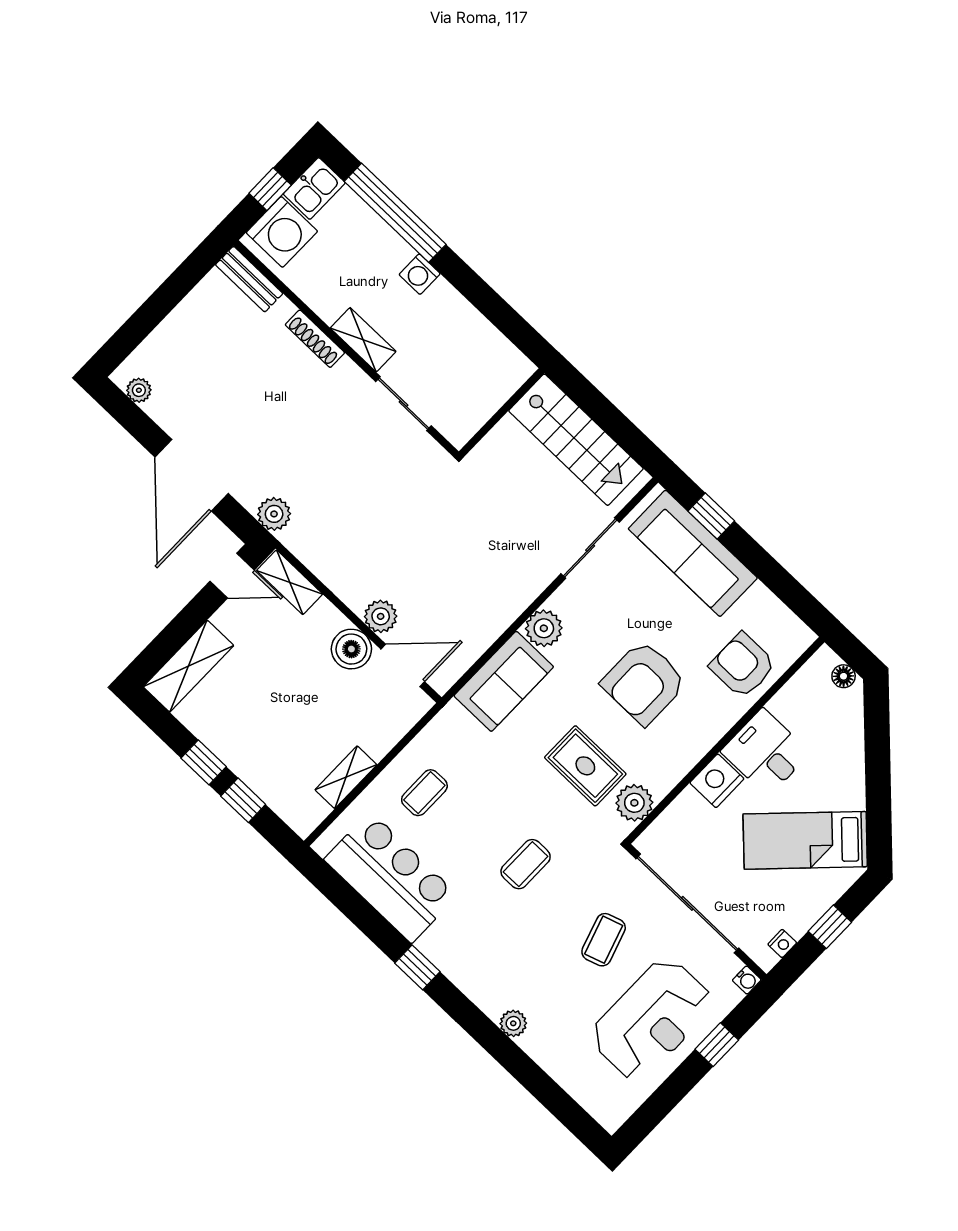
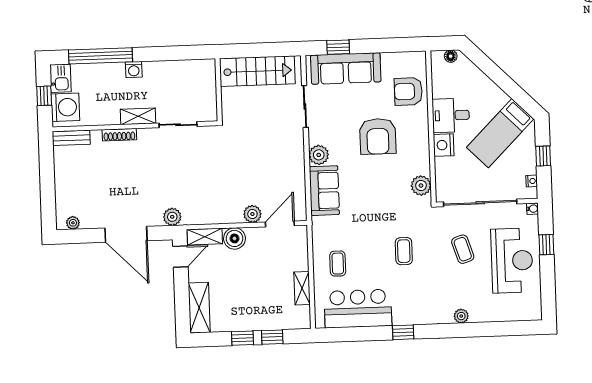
boiler: (351, 649) -> (235, 238), moved
rug: (585, 766) -> (388, 191), removed

